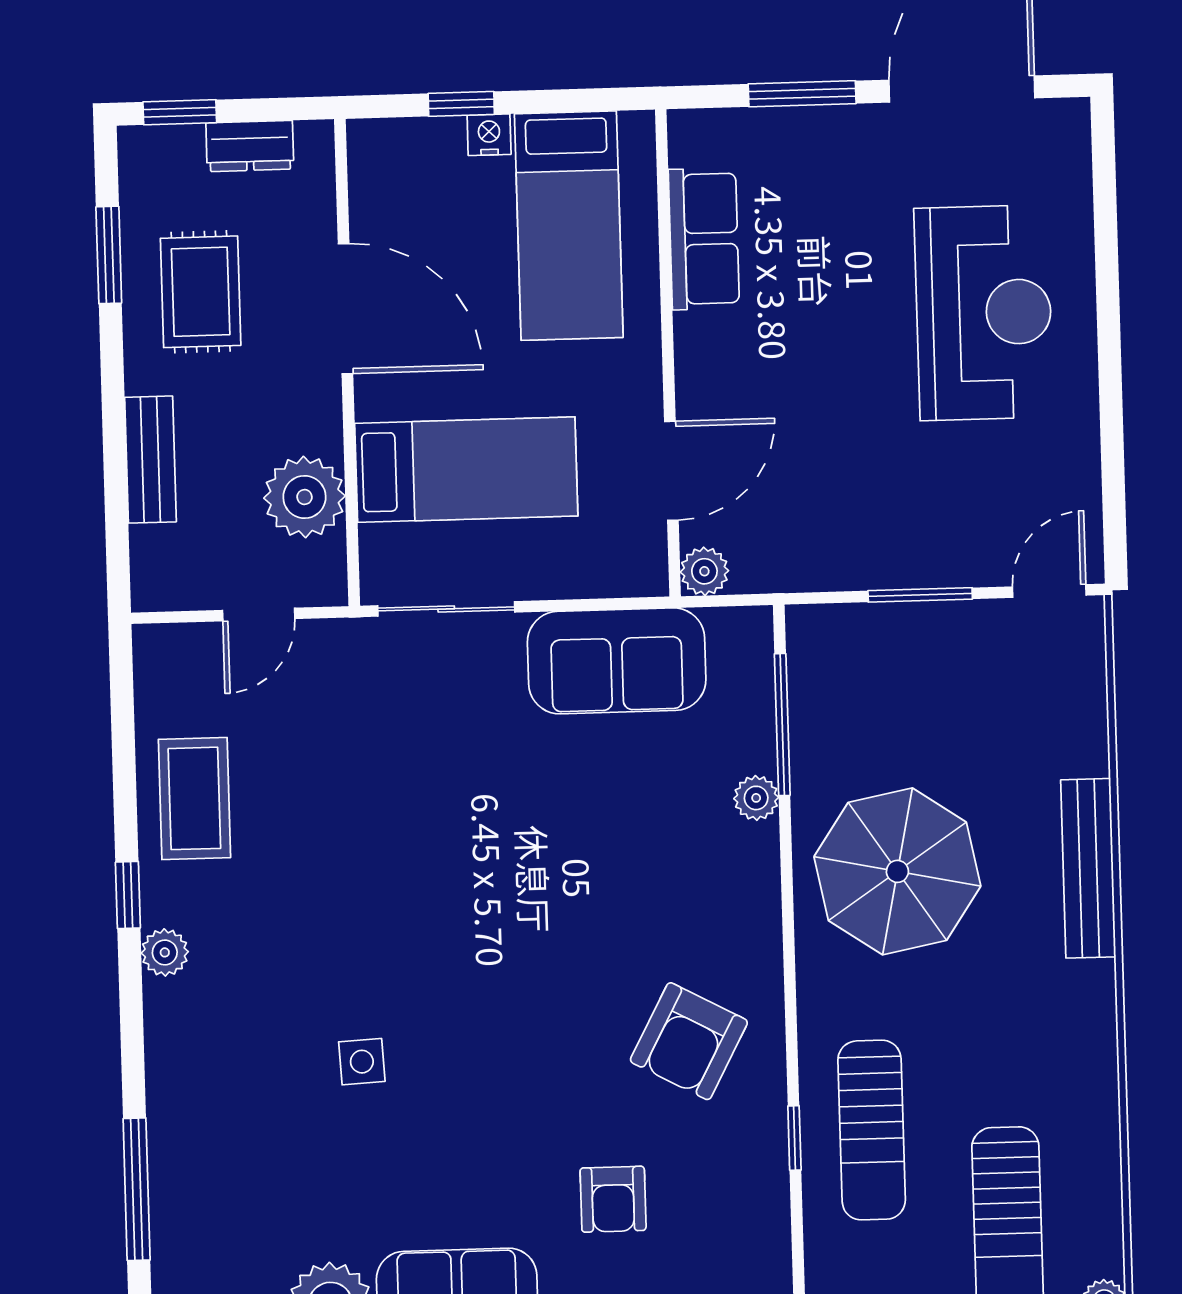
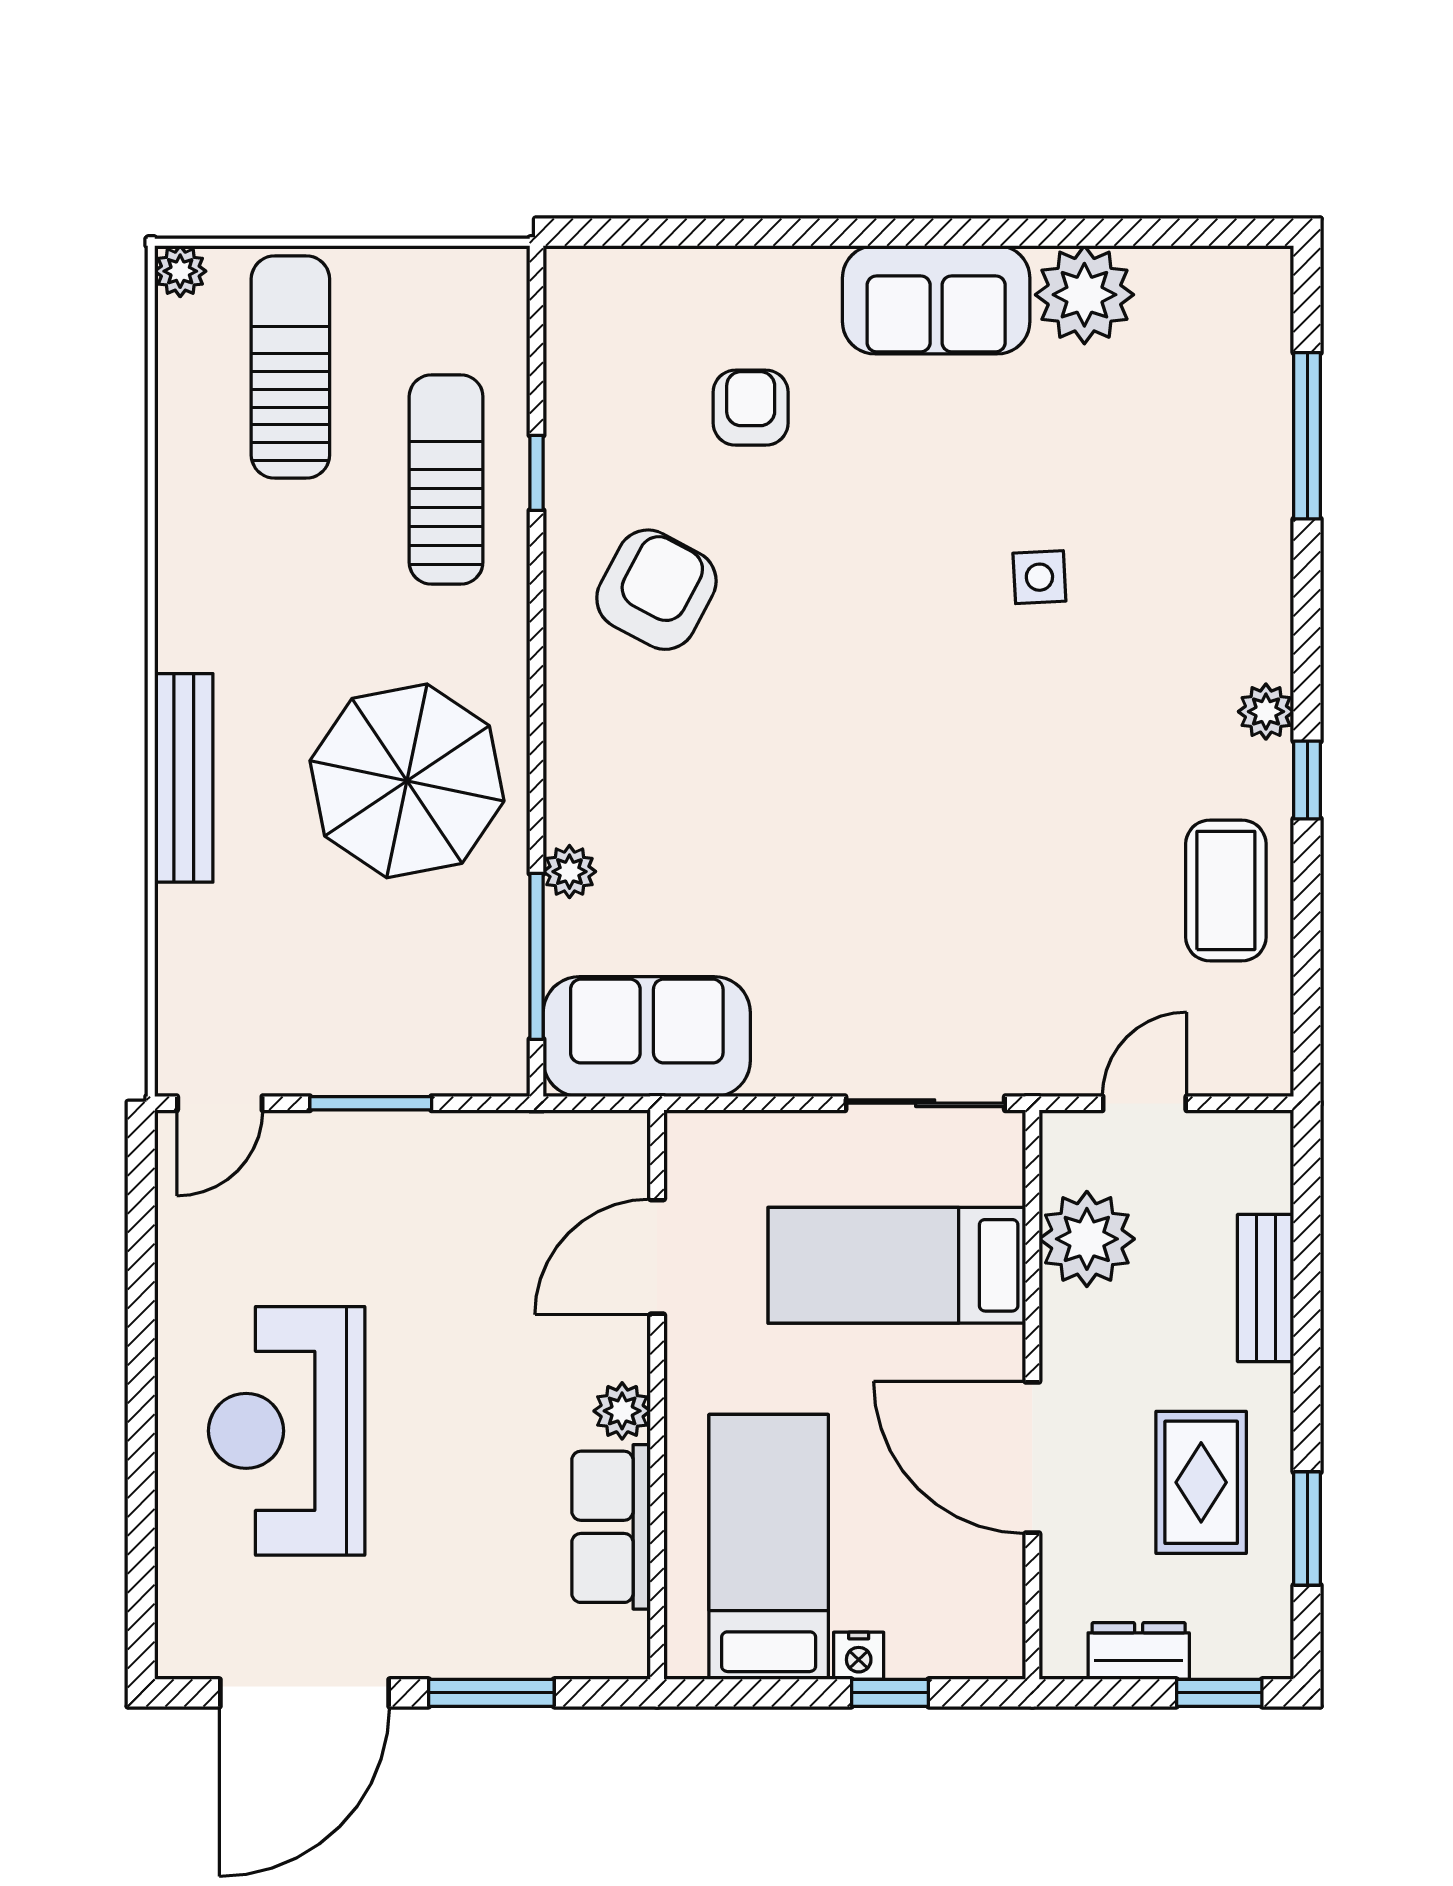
plant: (704, 571) -> (622, 1411), moved
sofa: (617, 661) -> (647, 1037), moved

